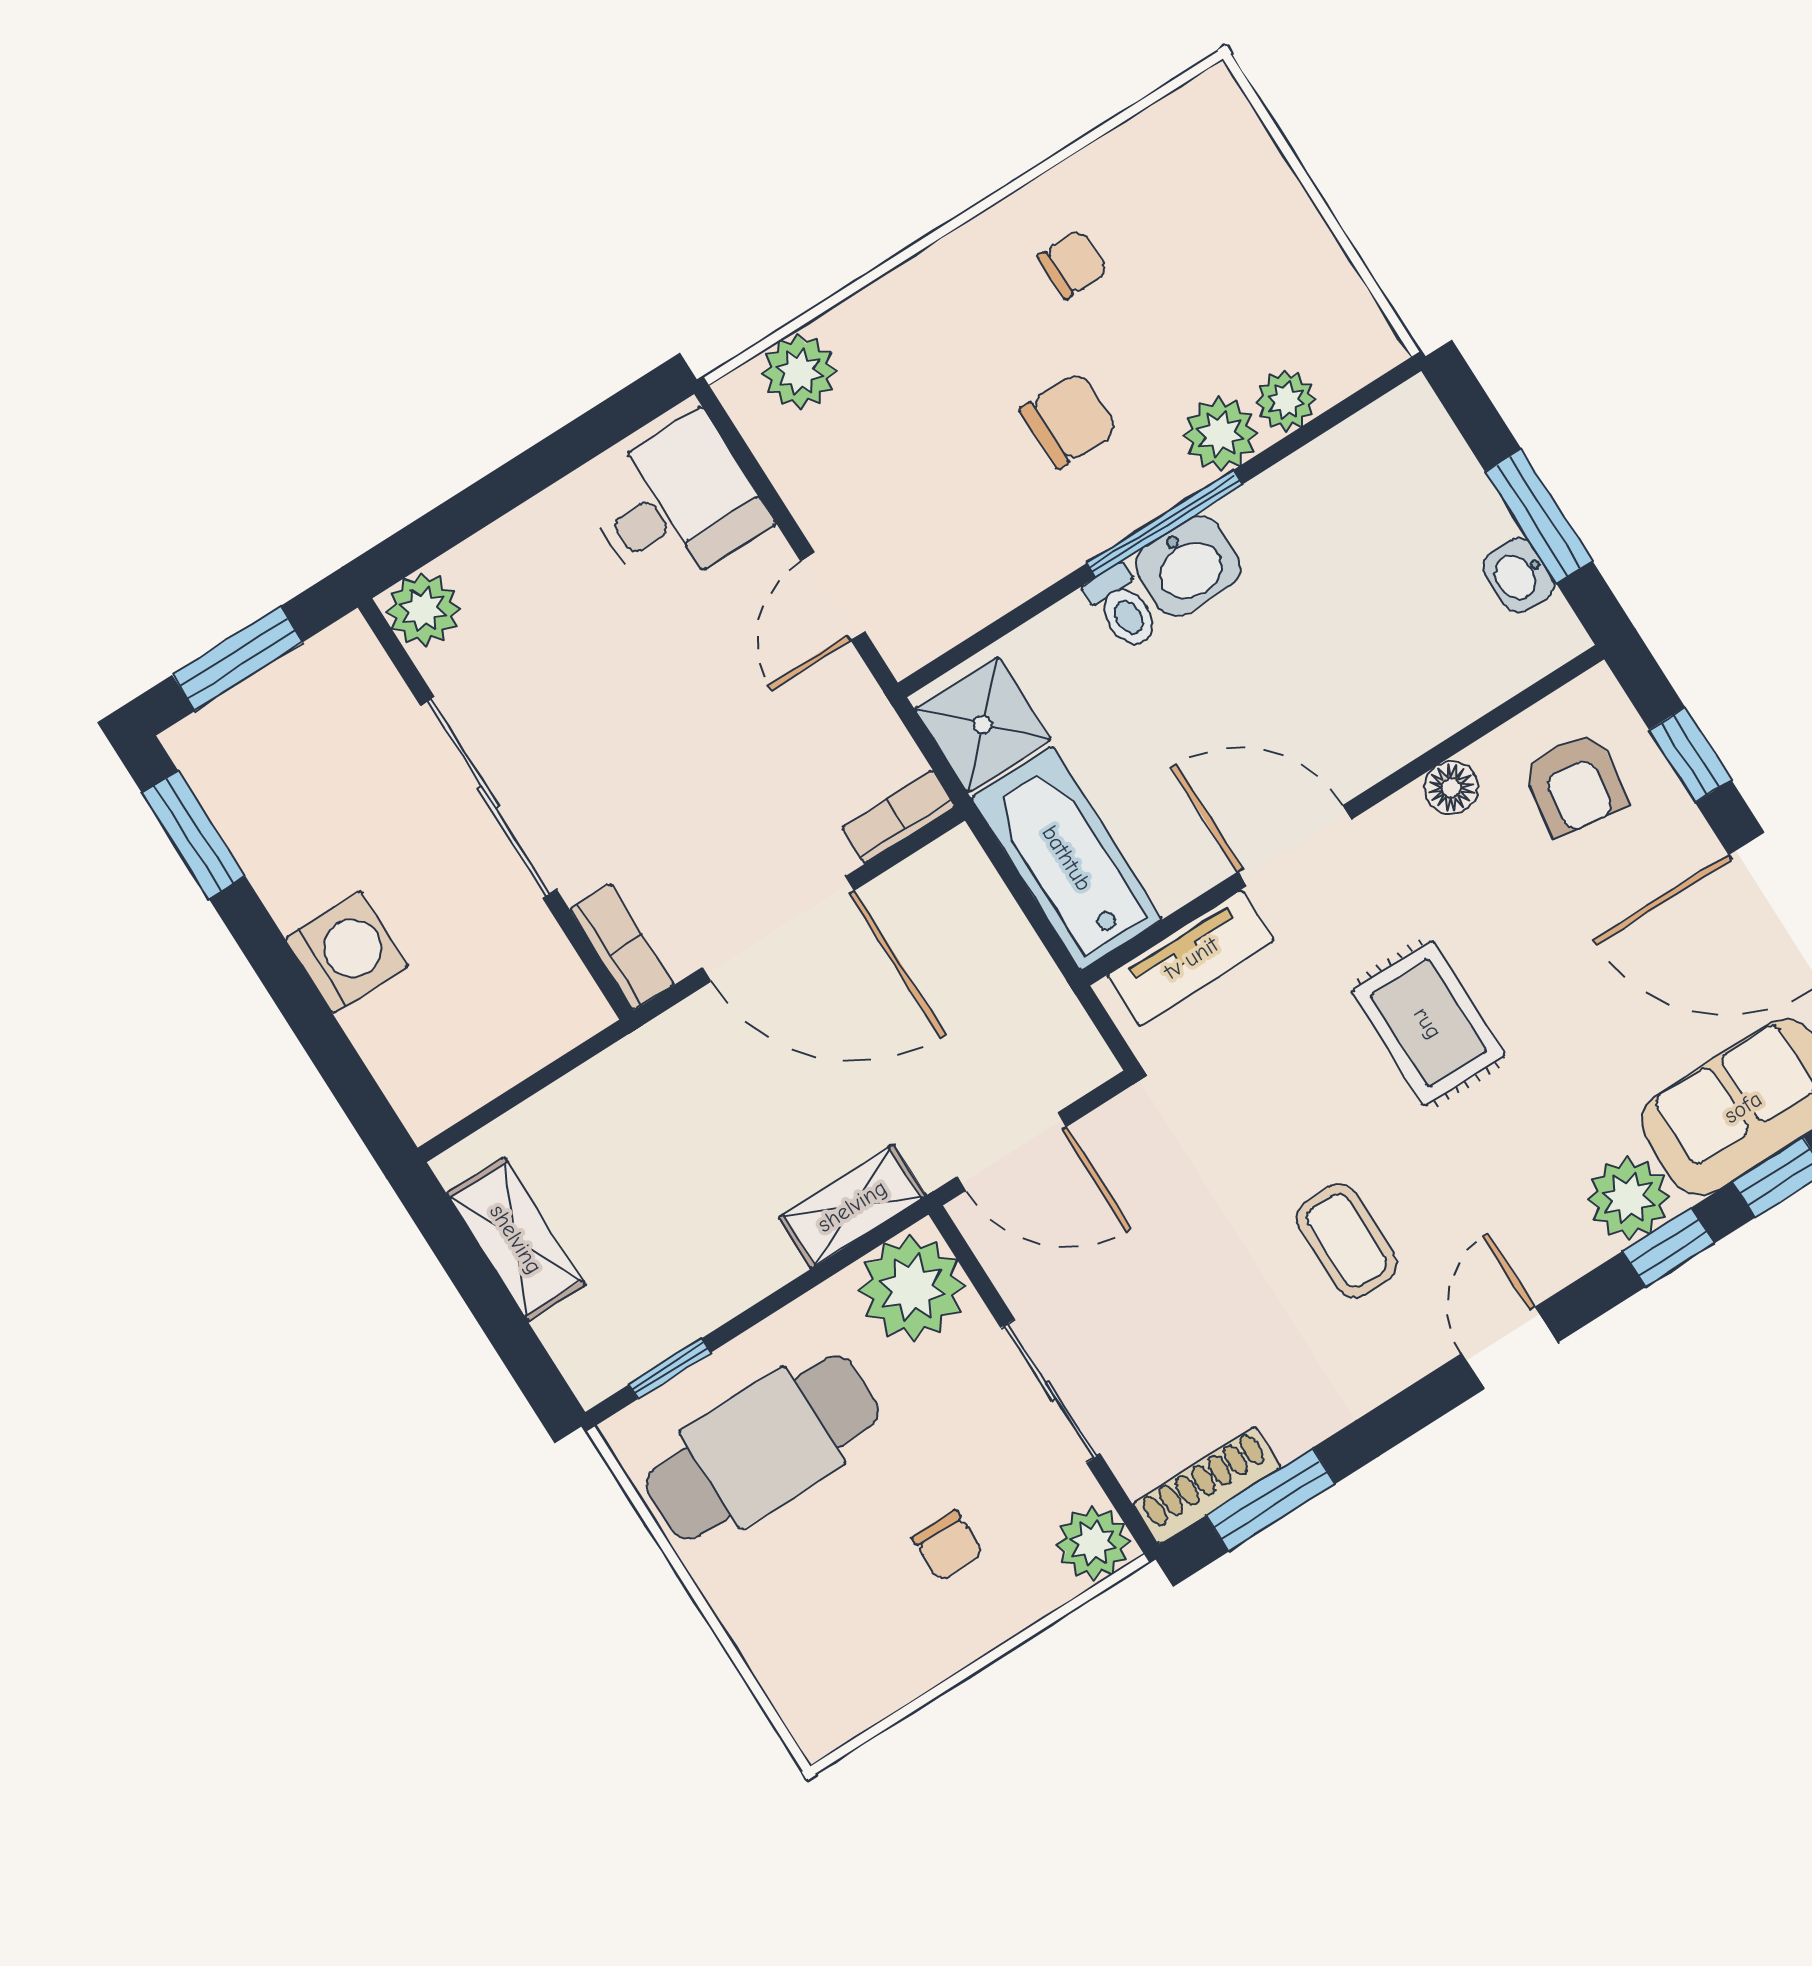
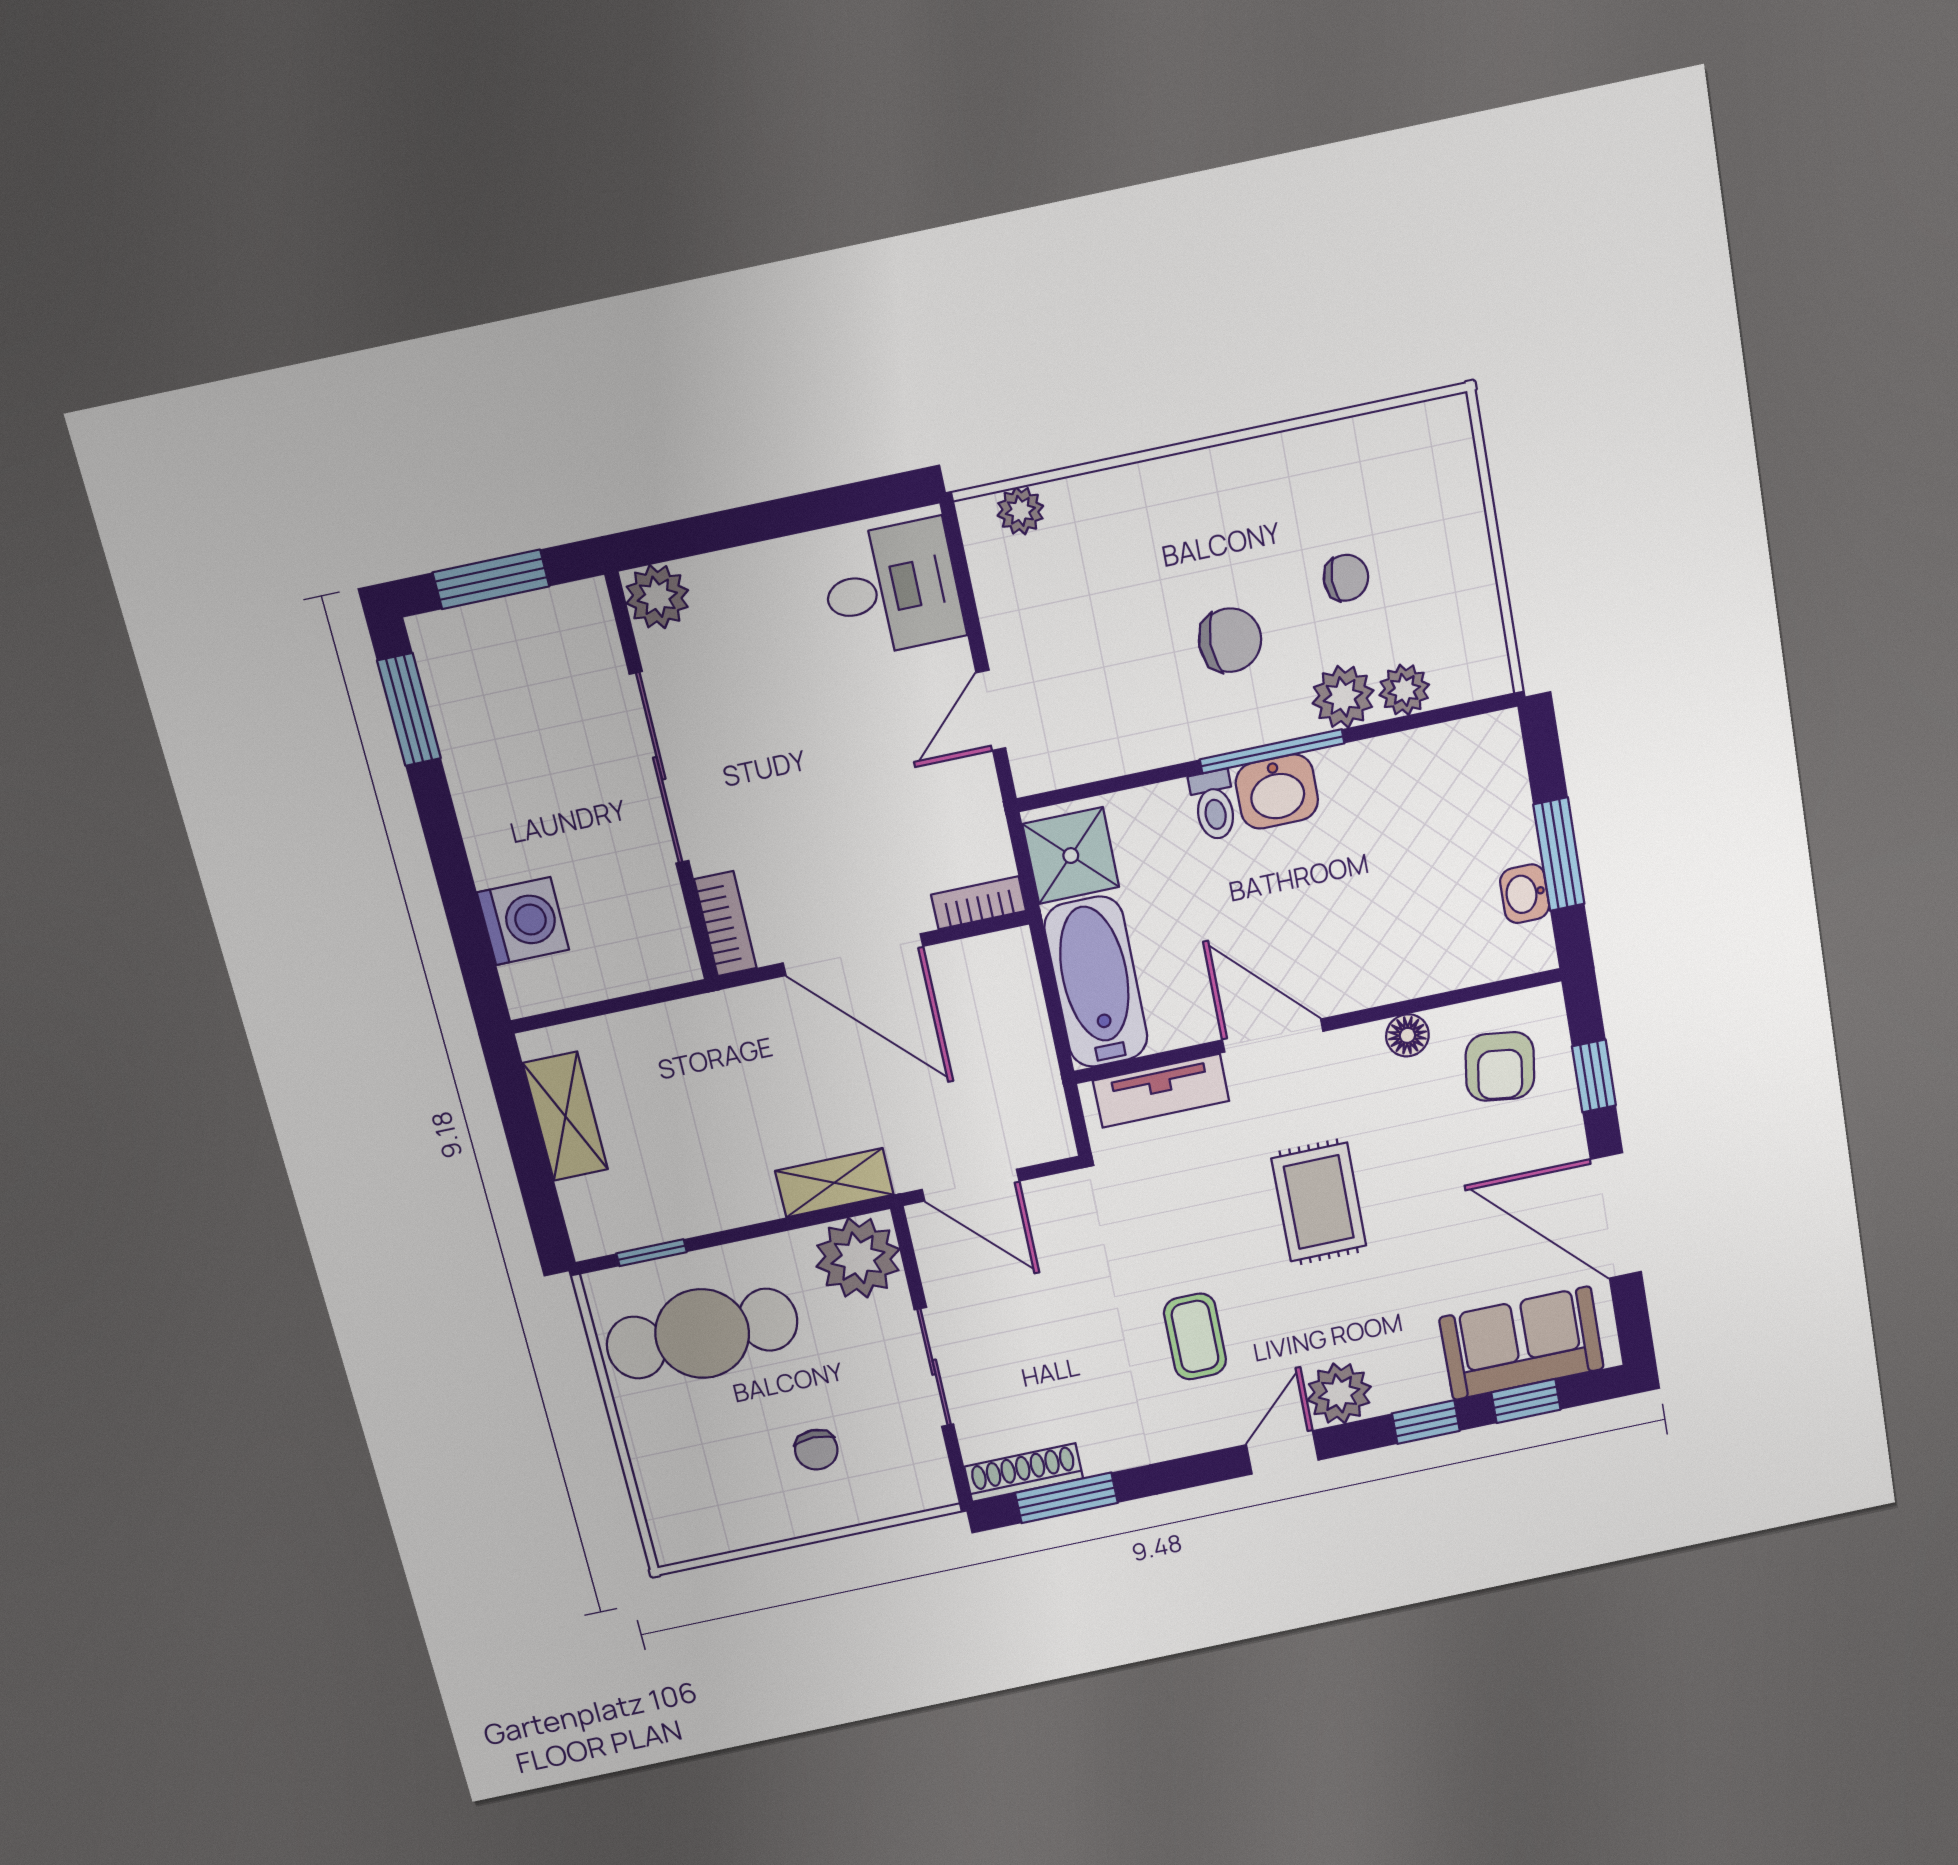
chair: (1073, 264) -> (1346, 578), moved
plant: (799, 372) -> (1020, 511), width x0.73, depth x0.73
washing machine: (347, 952) -> (523, 921), moved
plant: (1628, 1198) -> (1339, 1393), moved
plant: (1093, 1543) -> (925, 1484), removed

